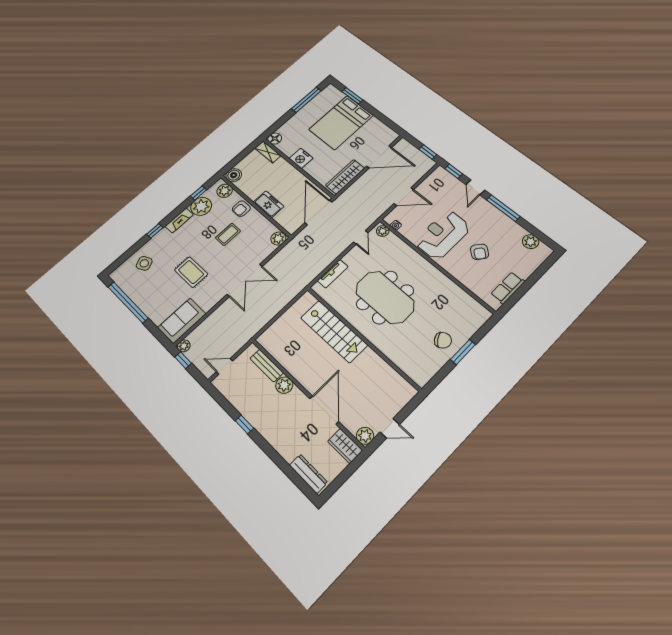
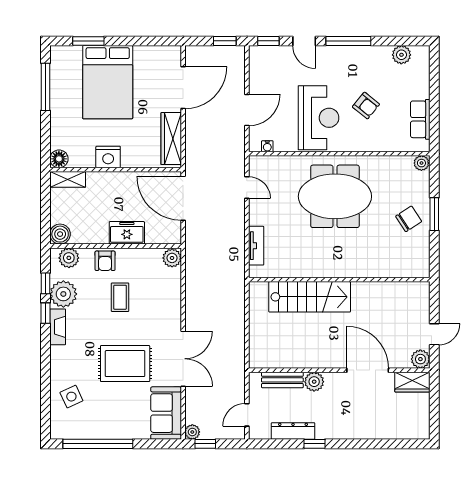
window: (155, 231) -> (45, 313), moved
plant: (383, 231) -> (421, 163), moved
reception desk: (443, 235) -> (319, 118), turned 180
rug: (191, 272) -> (125, 364), width x1.36, depth x1.43
double door: (245, 280) -> (183, 359), moved
meeting table: (385, 297) -> (335, 196), moved
dresser: (308, 474) -> (293, 431), moved

